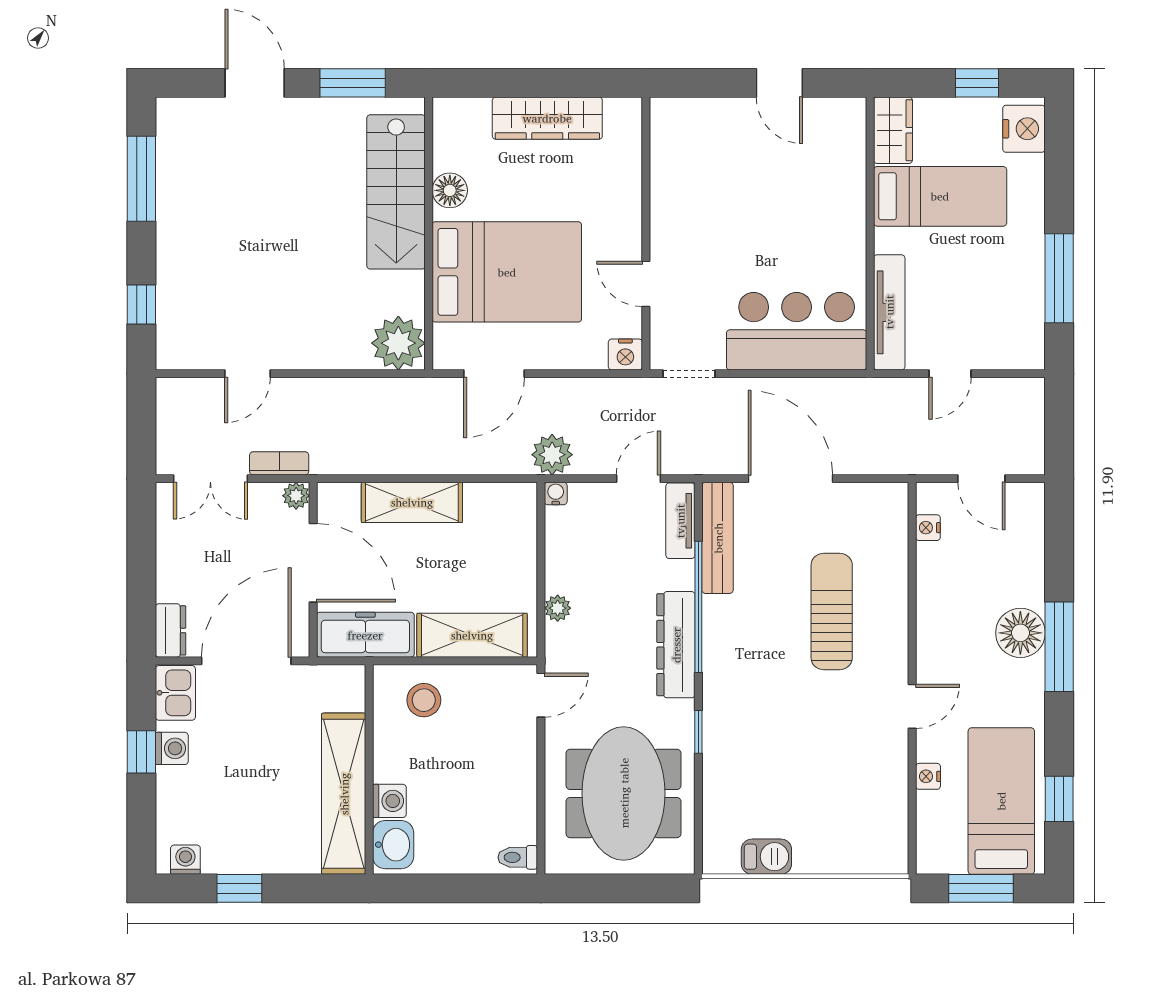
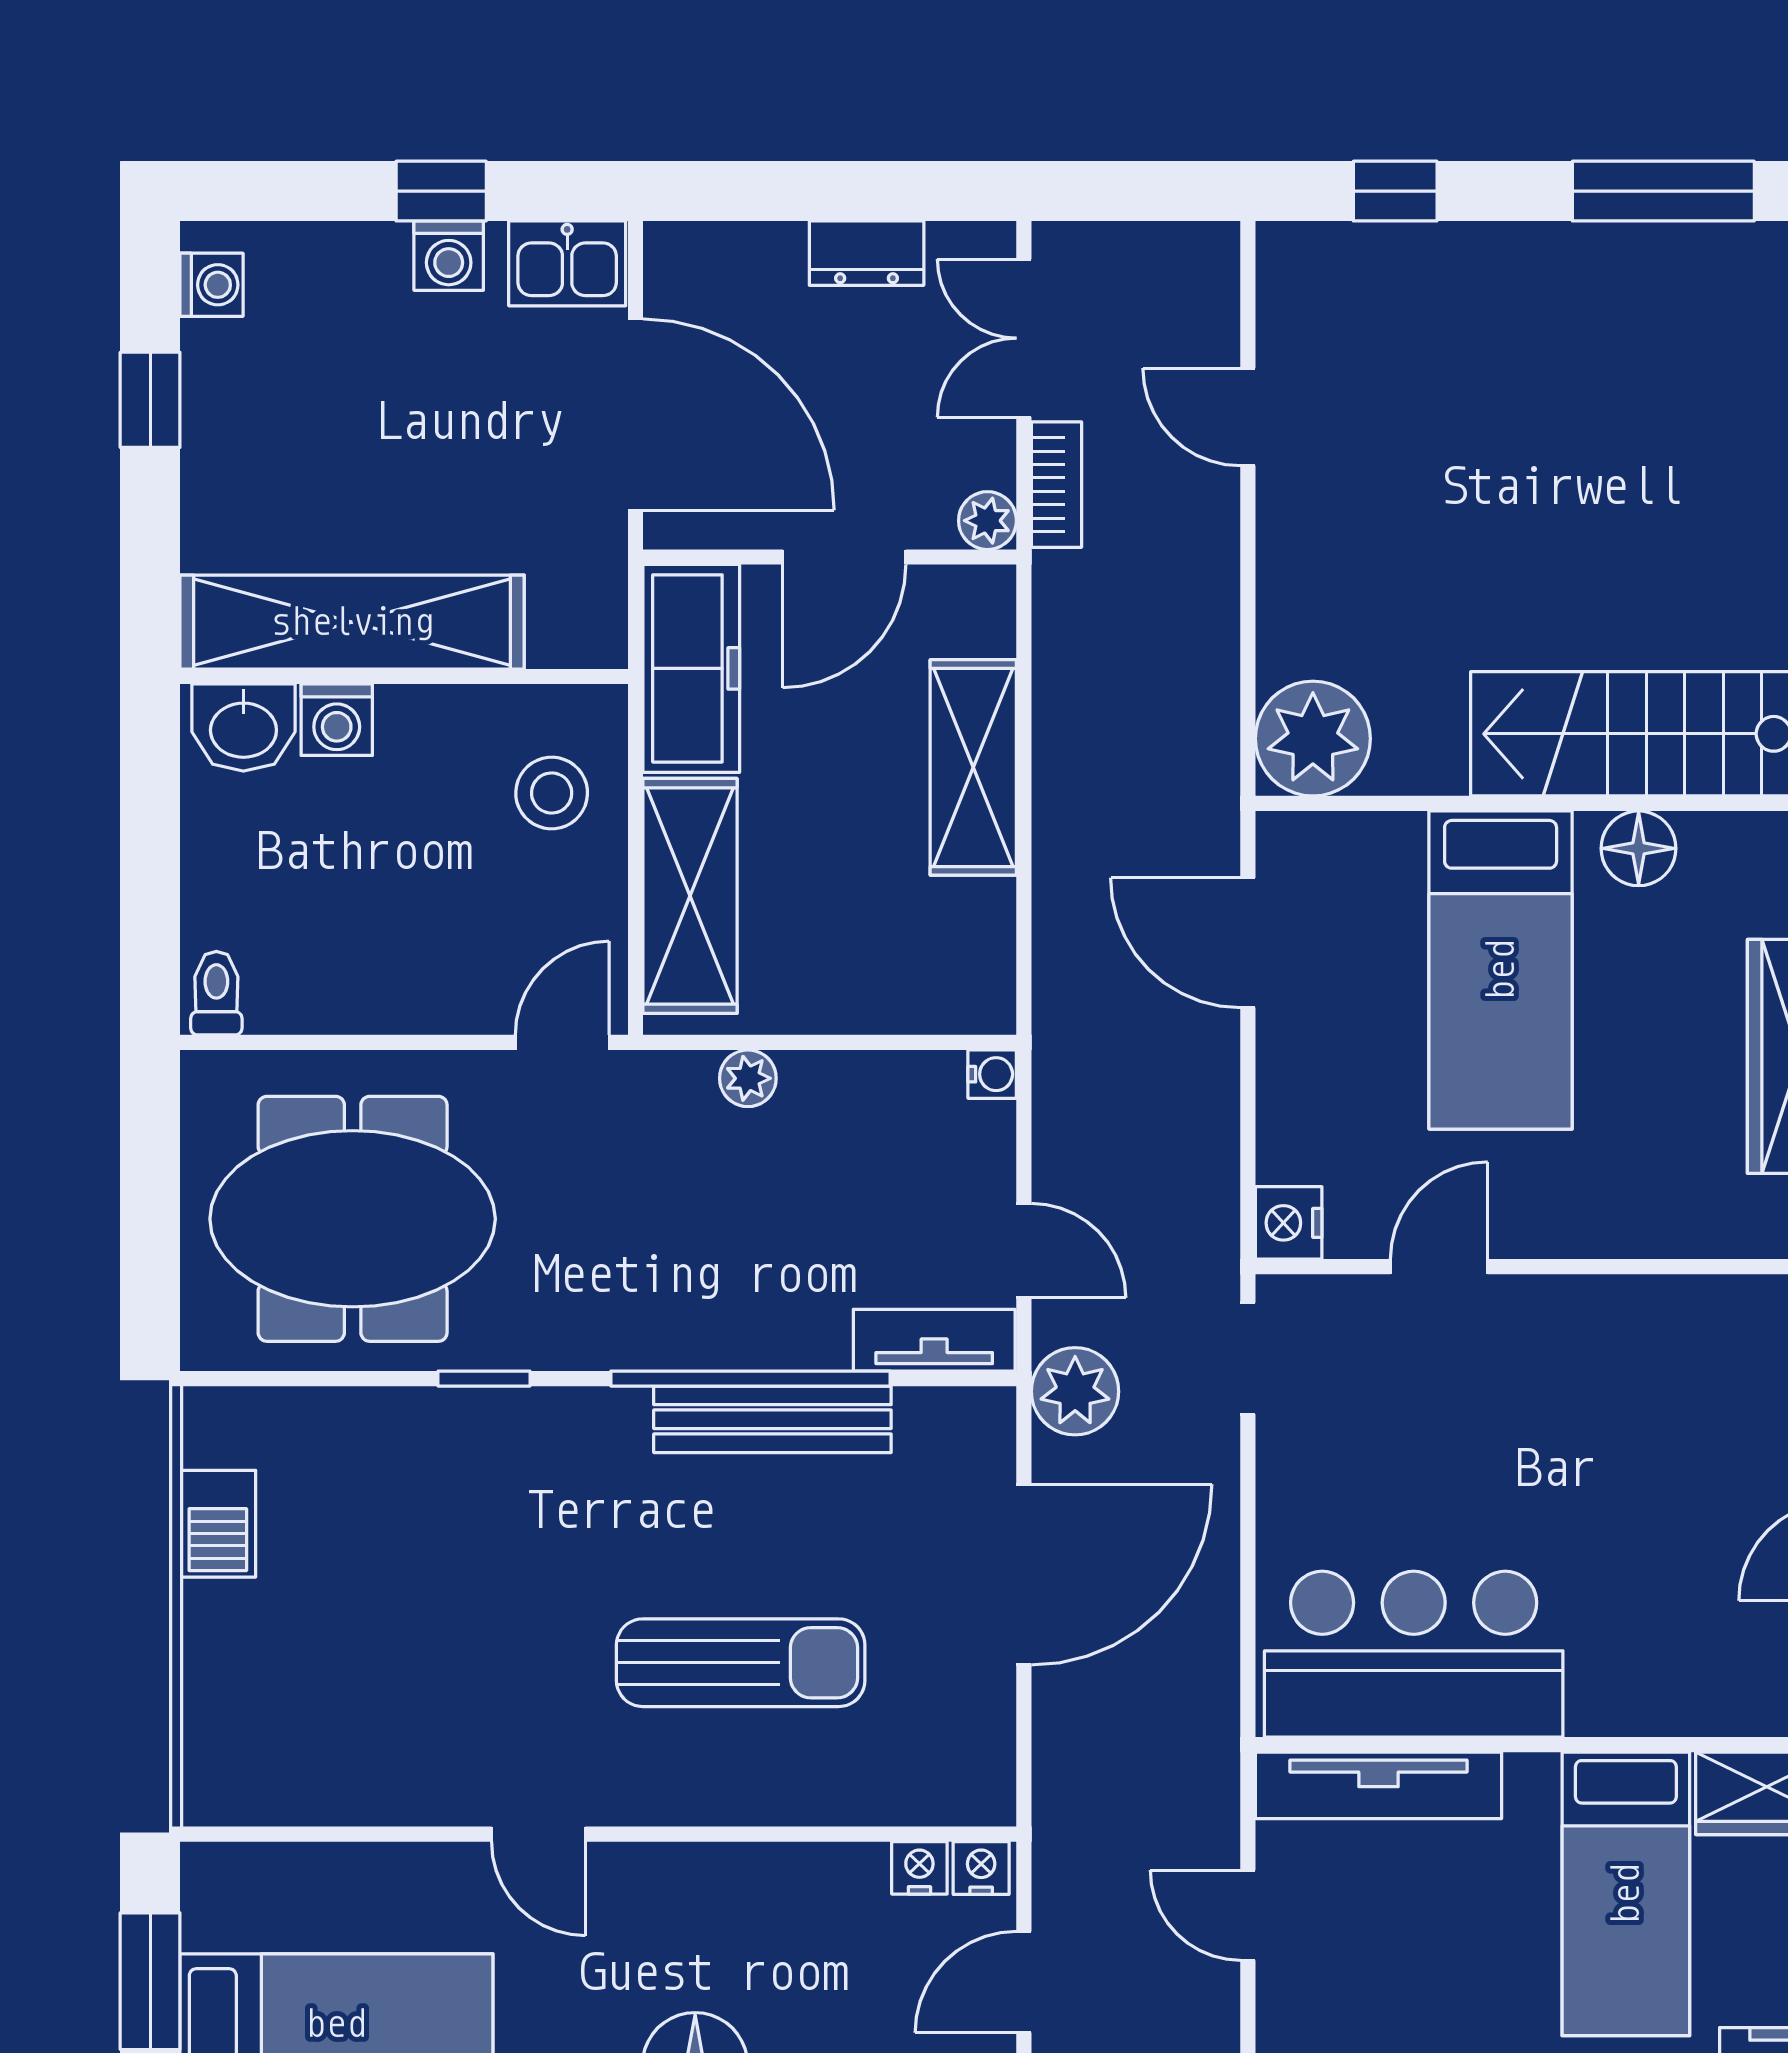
bed: (507, 272) -> (1501, 970), width x0.67
bar counter: (797, 331) -> (1414, 1654), moved, turned -90
plant: (552, 455) -> (1075, 1391), moved
bench: (718, 538) -> (772, 1419), moved
door: (313, 563) -> (844, 557), width x0.73
dresser: (171, 630) -> (867, 253), moved
dresser: (676, 645) -> (670, 1331), removed
door: (541, 695) -> (562, 1042), swing flipped
nightstand: (928, 776) -> (981, 1868), moved

